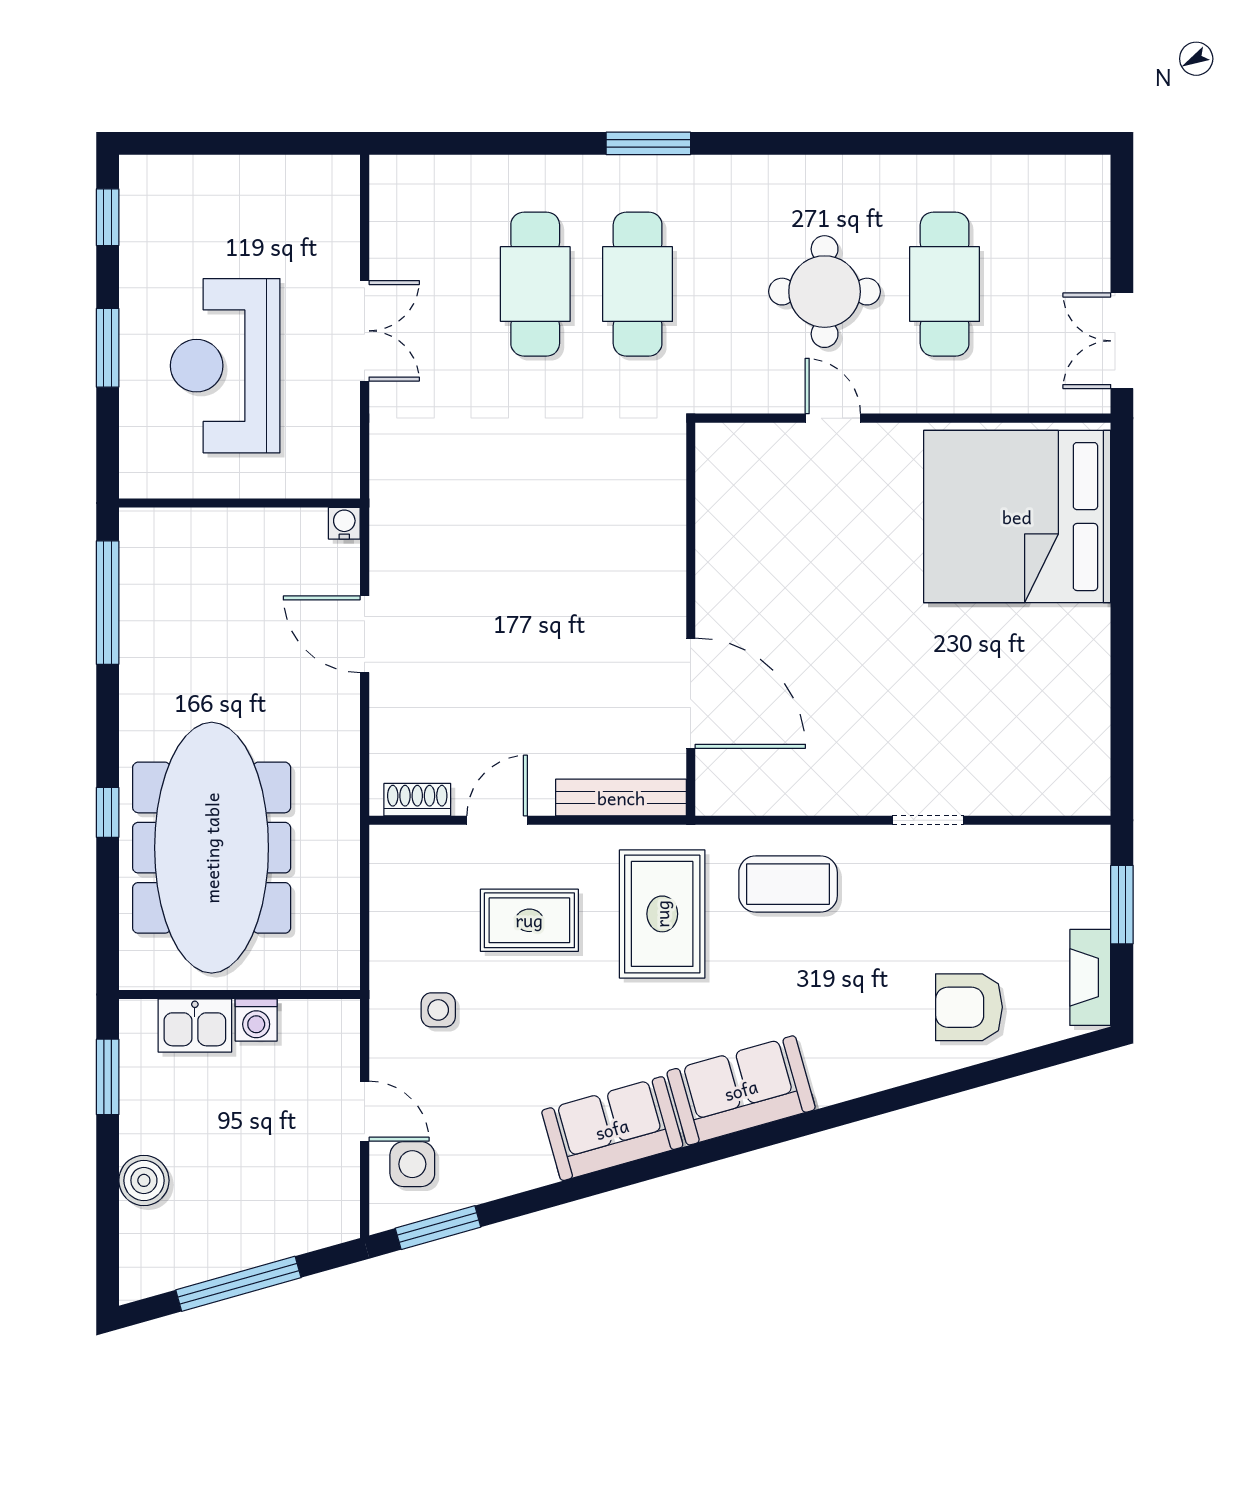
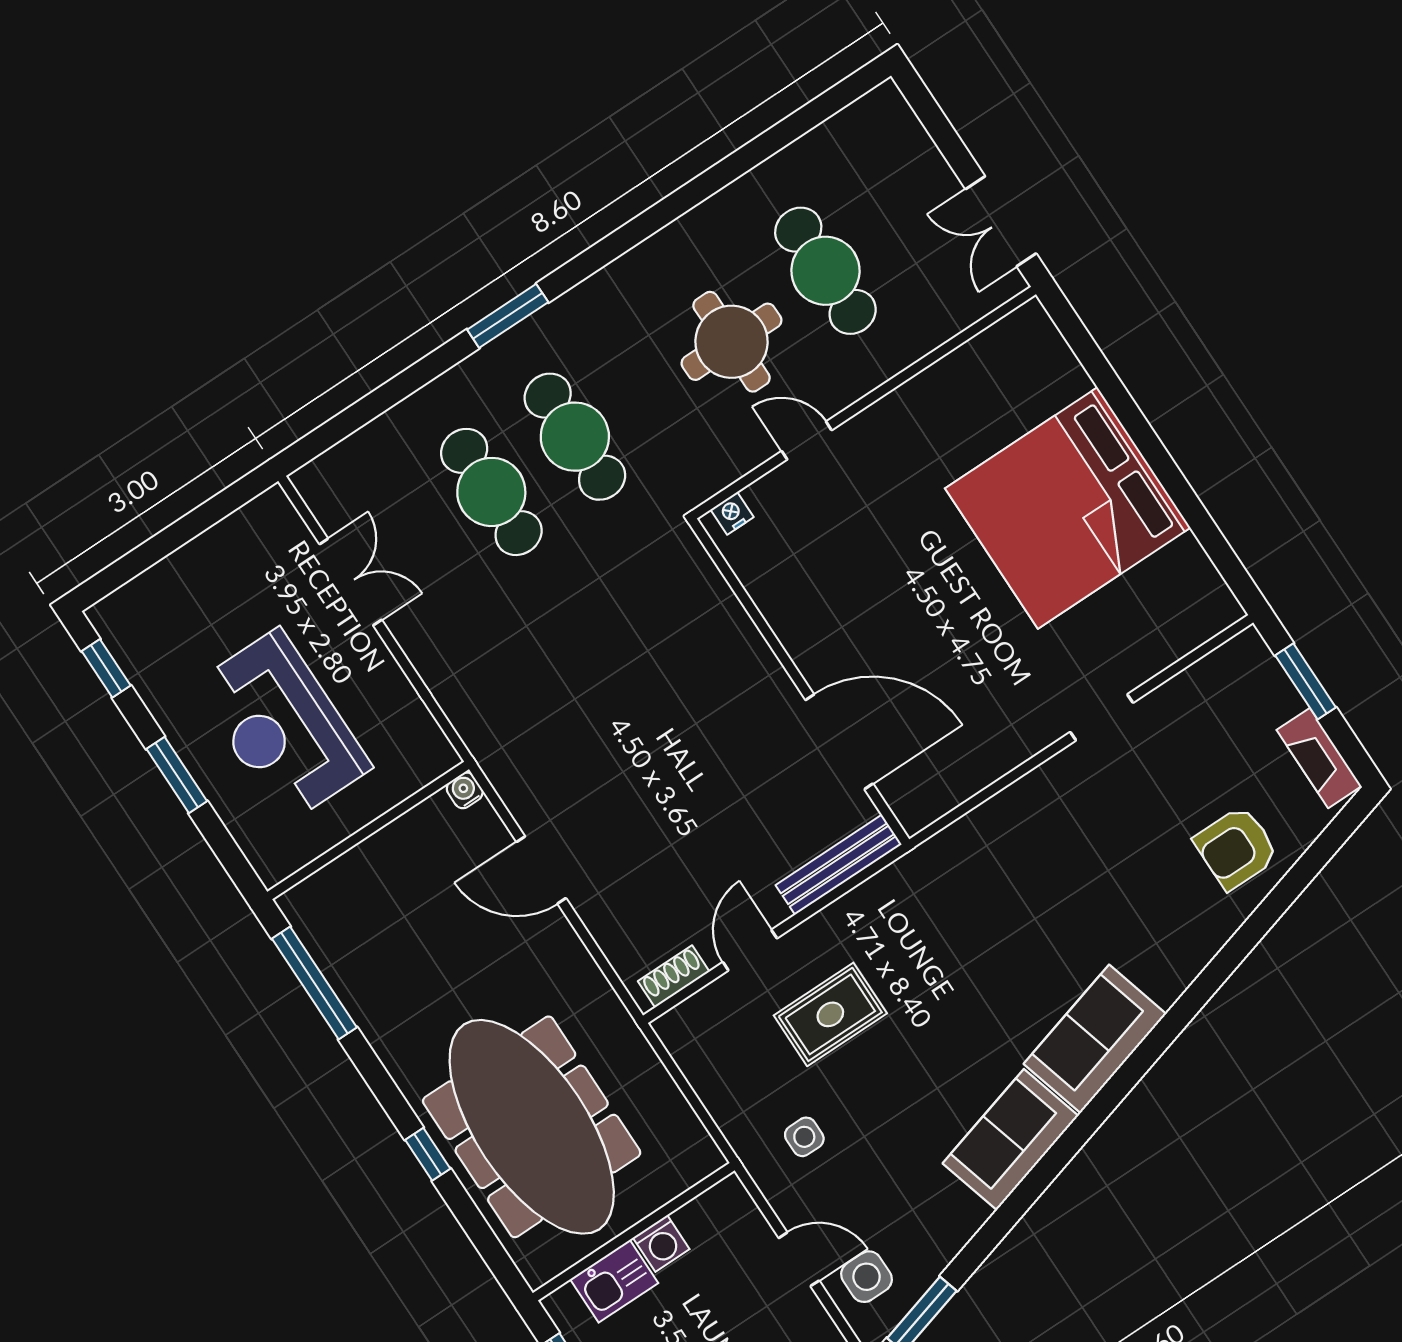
double door: (365, 331) -> (351, 582), moved
nightstand: (728, 438) -> (732, 513), added
bed: (1017, 517) -> (1068, 508), moved
coffee table: (788, 884) -> (1022, 845), removed
rug: (662, 914) -> (935, 937), removed

